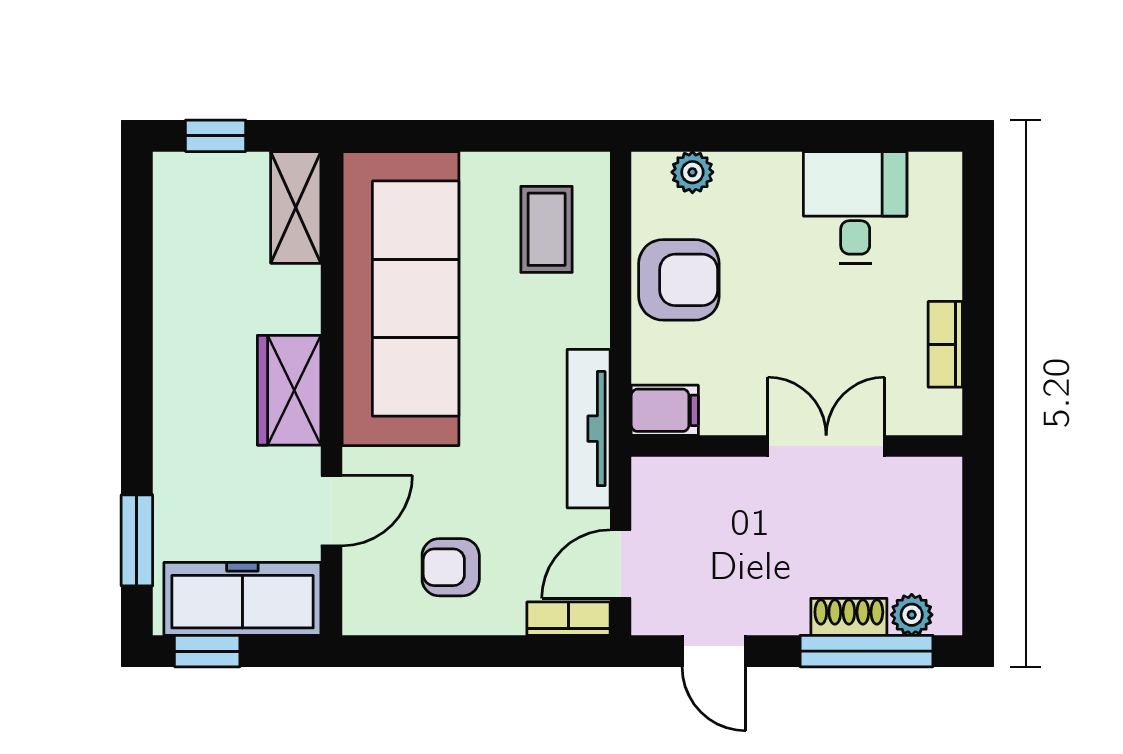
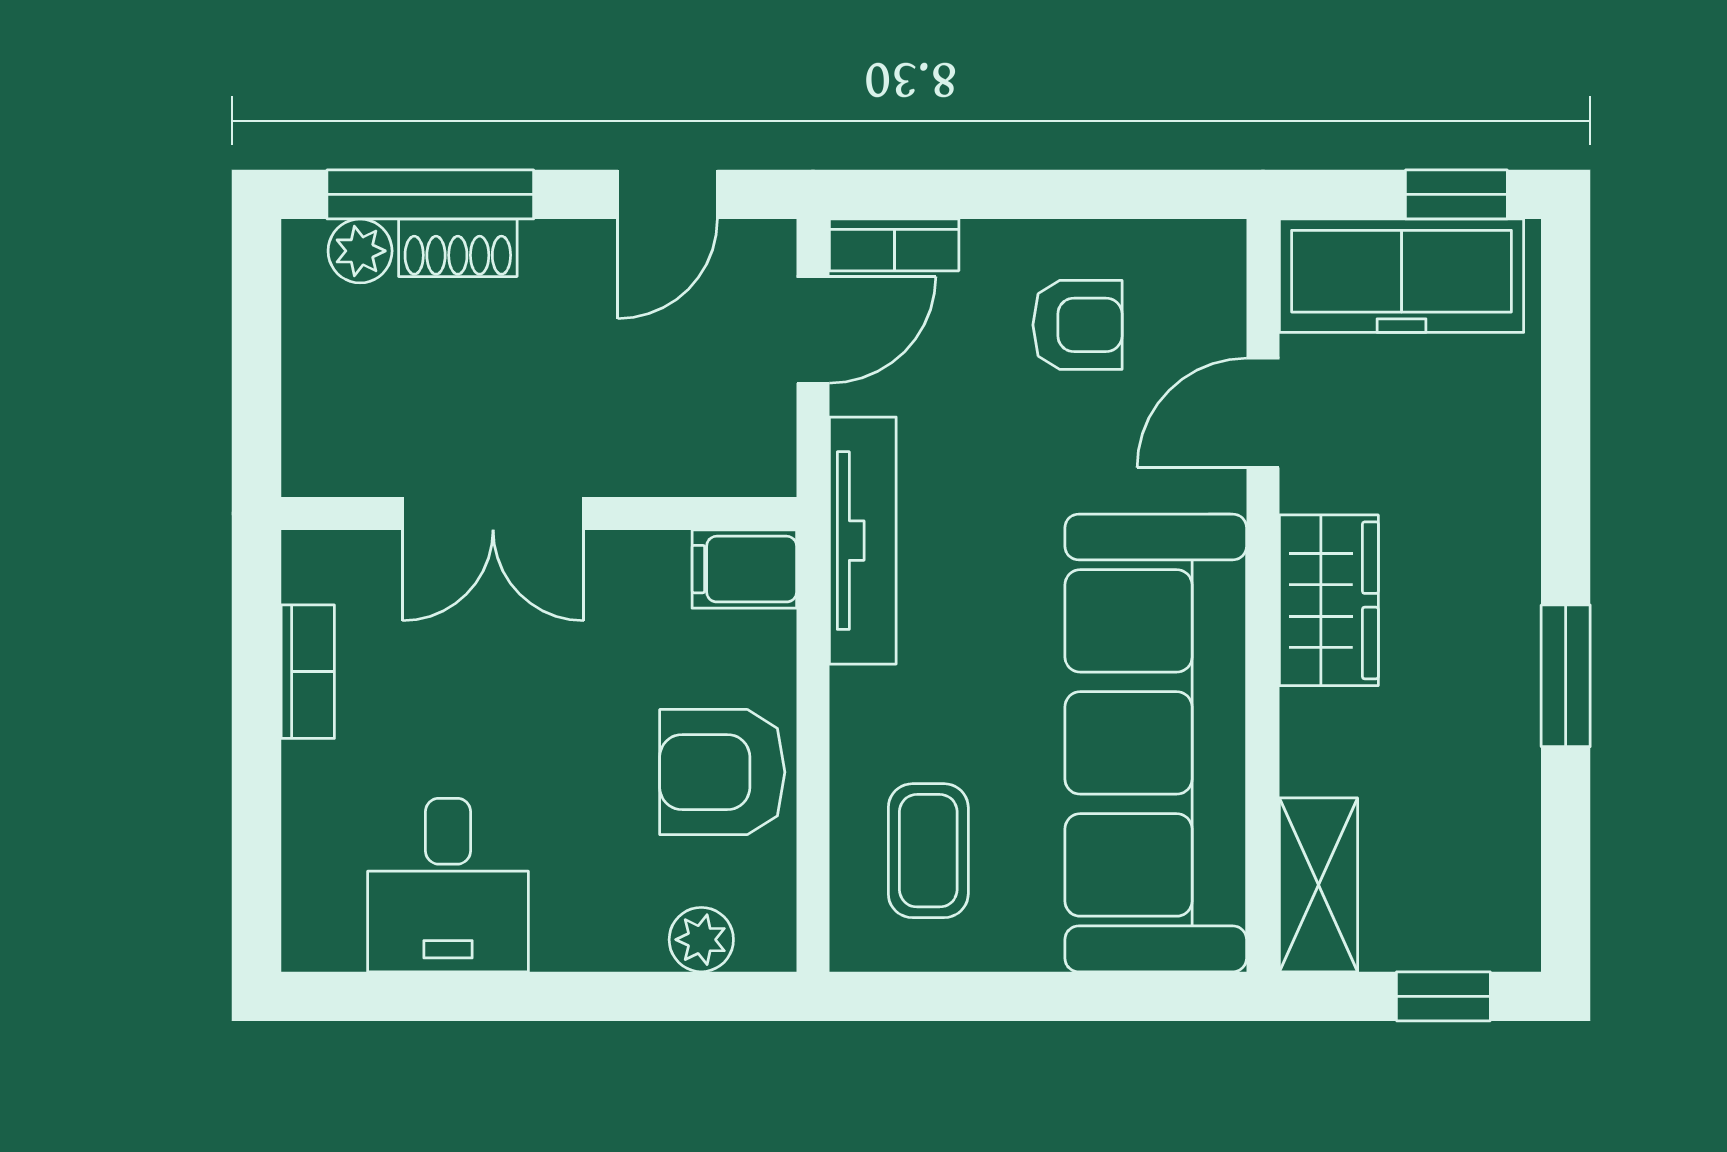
window: (137, 540) -> (1566, 676), moved
door: (714, 651) -> (668, 194), swing flipped

